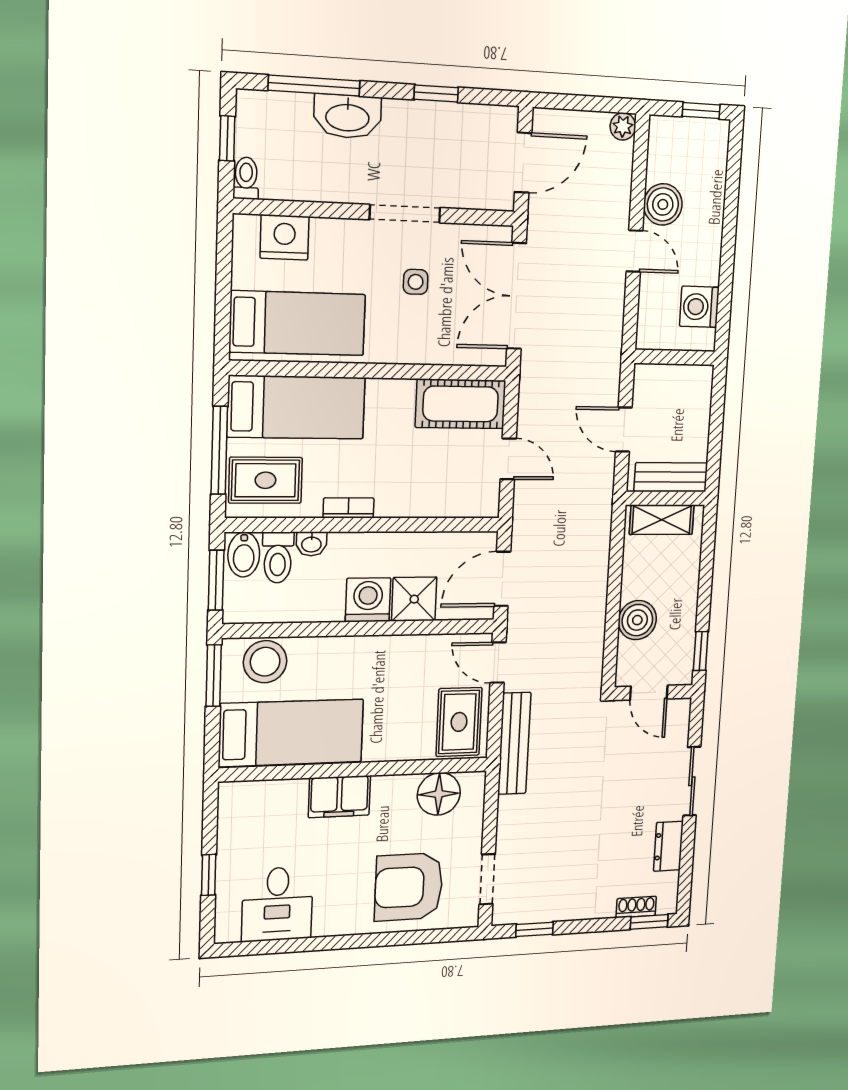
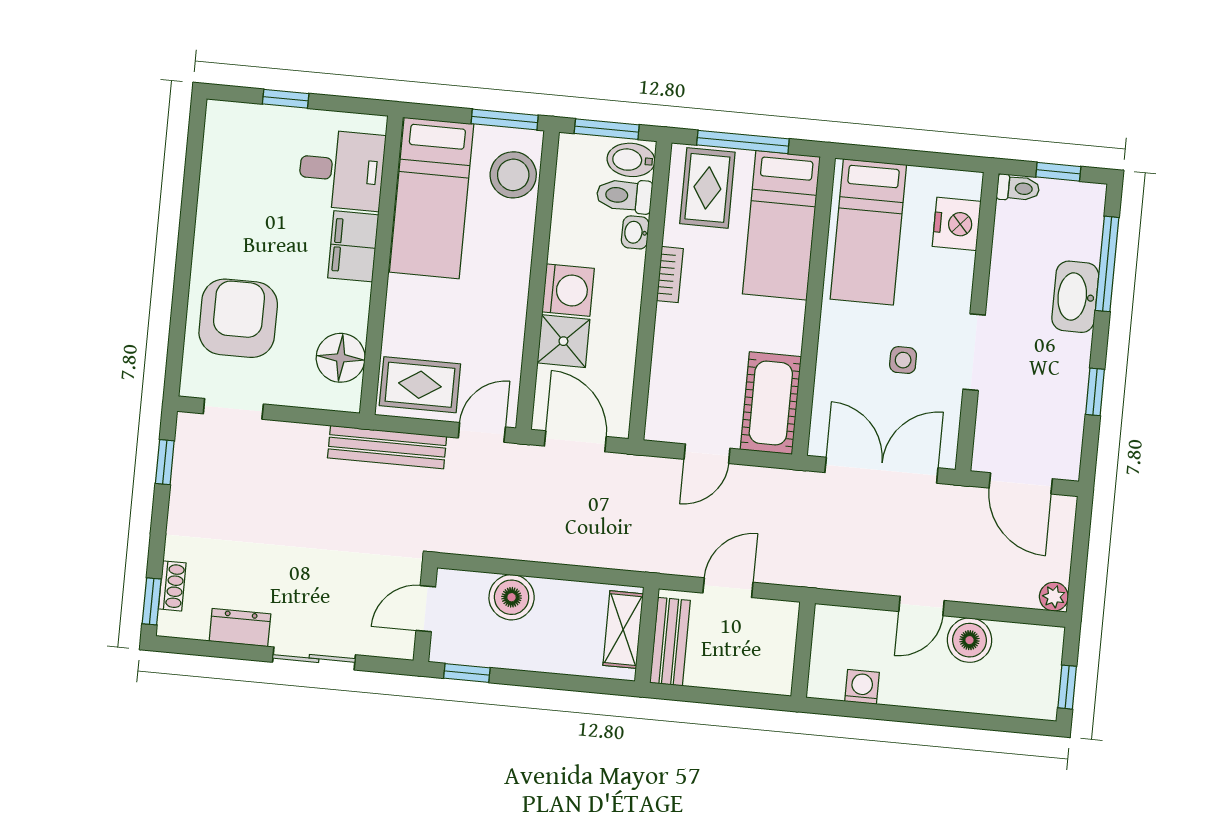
washing machine: (699, 307) -> (862, 687), width x0.73, depth x0.73
desk: (277, 904) -> (342, 170), moved, turned 180

